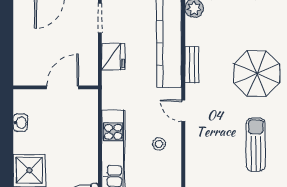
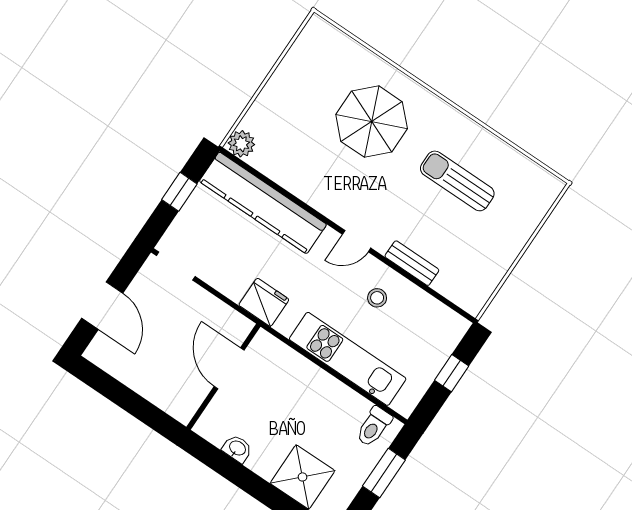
fridge: (113, 57) -> (264, 302), moved
bench: (192, 65) -> (412, 263), moved

